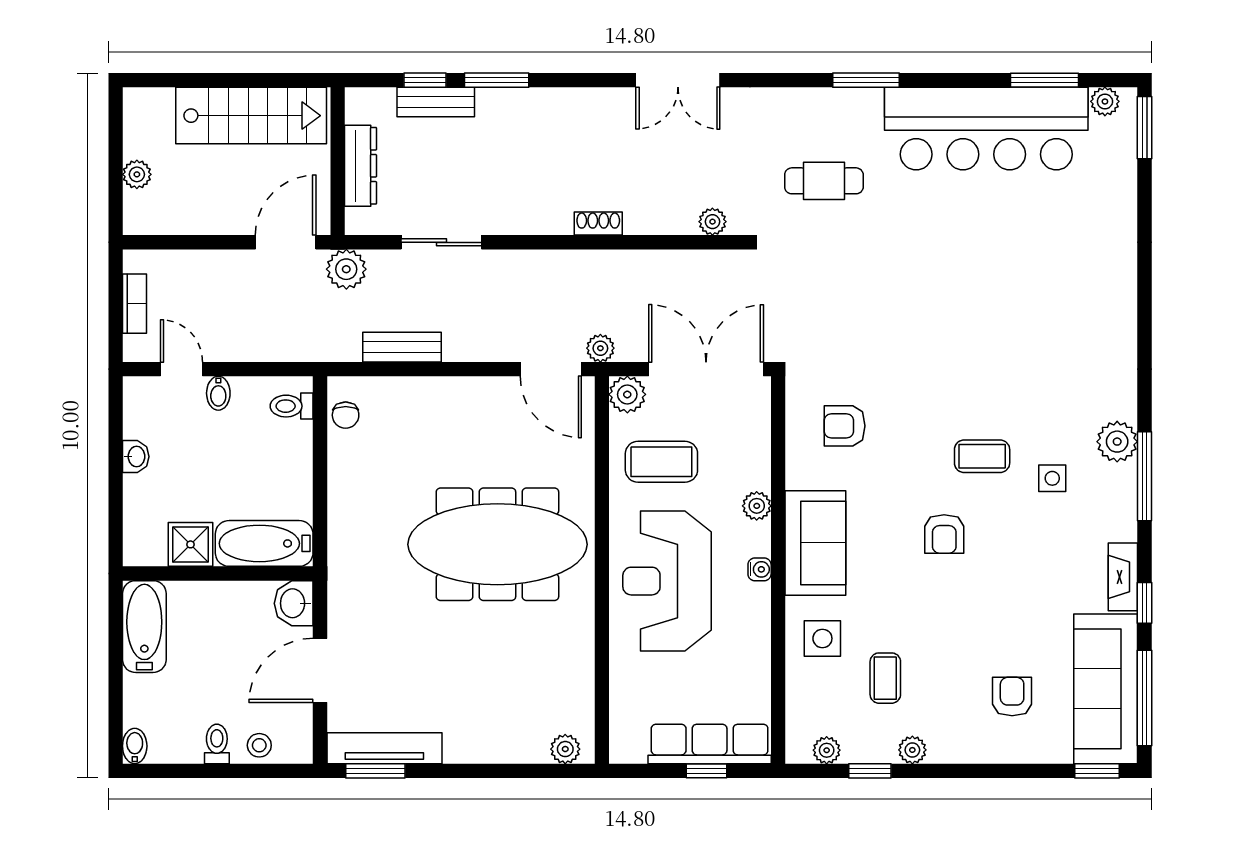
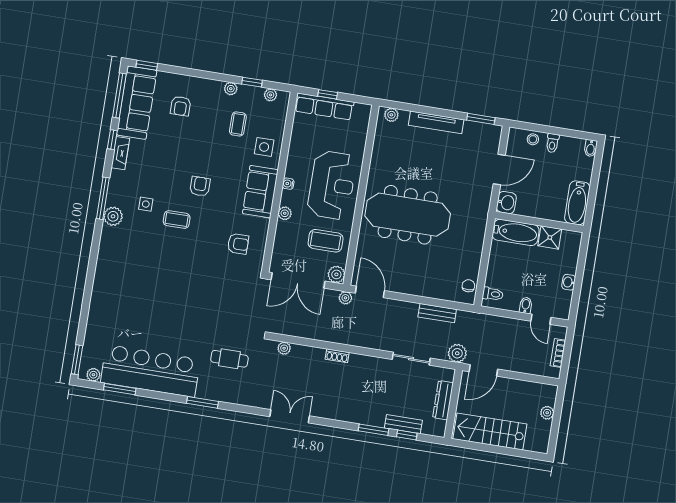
tv unit: (384, 748) -> (436, 122), moved

